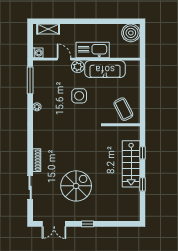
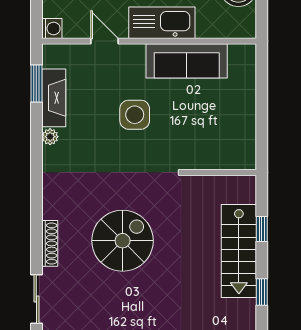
plant: (78, 67) -> (132, 56), removed
window: (30, 80) -> (36, 84), width x0.69
fireplace: (39, 87) -> (54, 98), added
coffee table: (123, 109) -> (223, 141), removed
spiral stairs: (76, 186) -> (123, 241), moved

